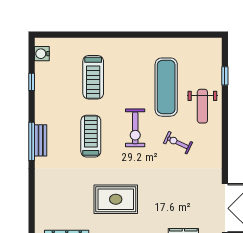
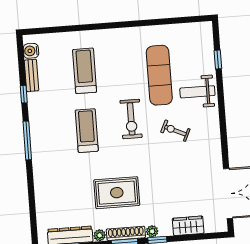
treadmill: (93, 77) -> (85, 71), turned 180
window: (32, 82) -> (24, 94), moved
weight bench: (202, 106) -> (197, 92), turned 90
bench: (41, 140) -> (31, 75), moved

